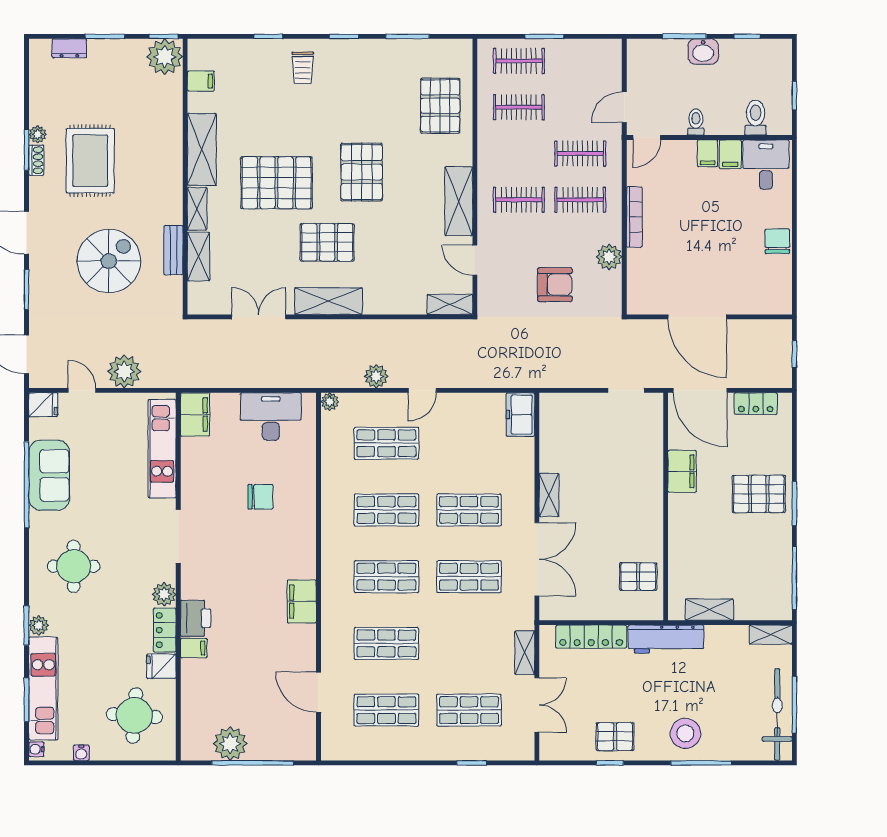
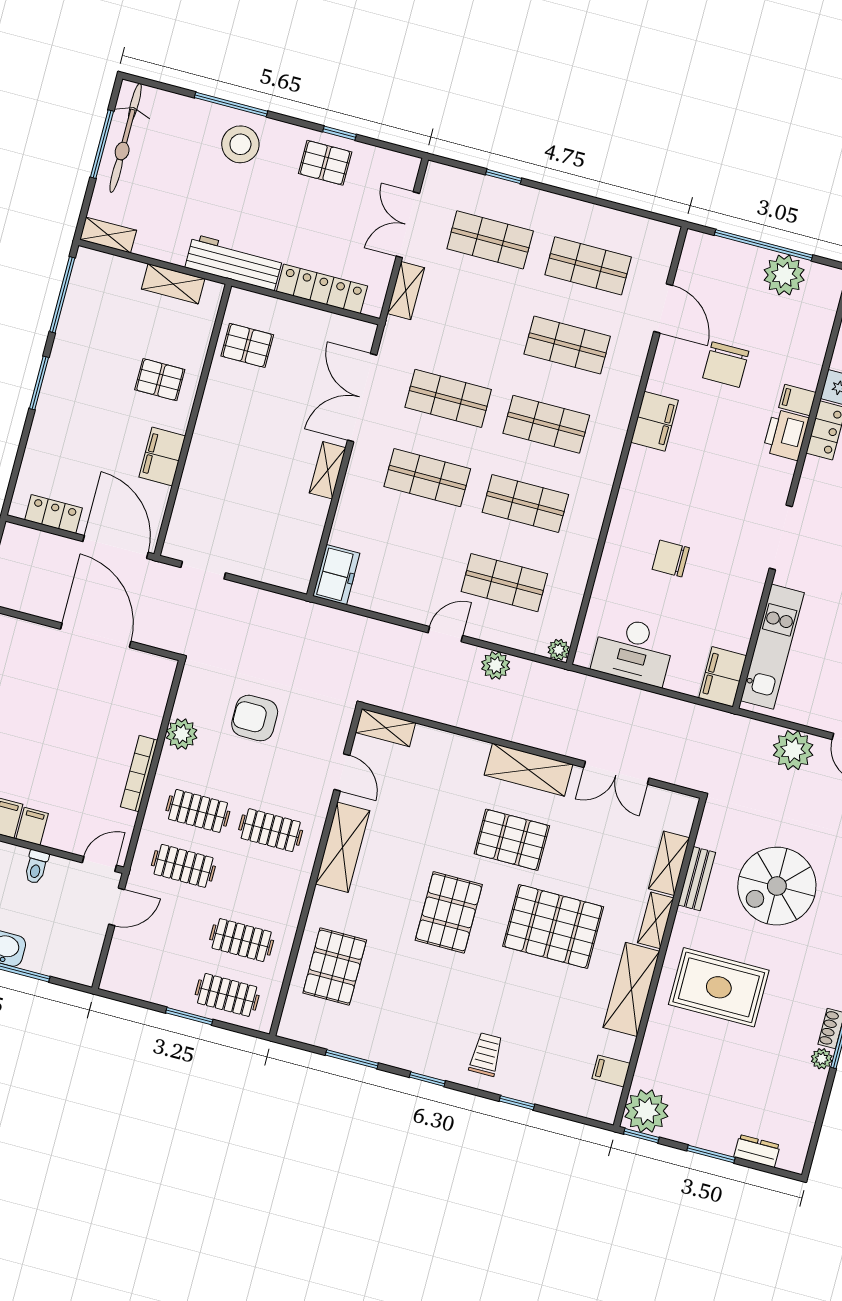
rug: (90, 161) -> (719, 987), moved, turned 90
pallet: (759, 494) -> (160, 380), moved, width x0.67, depth x0.71
plant: (164, 594) -> (816, 473), removed
chair: (257, 661) -> (726, 365), added

